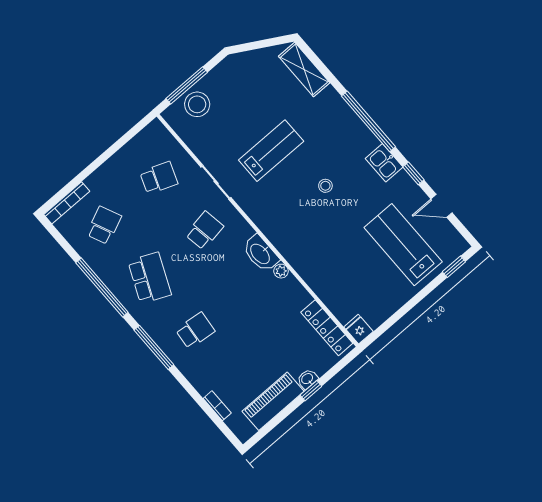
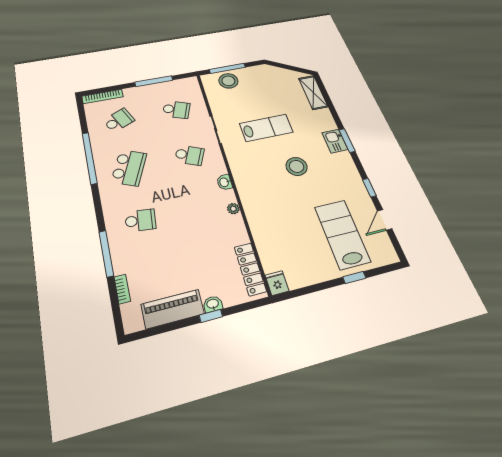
window: (368, 121) -> (347, 140), width x0.47
window: (111, 151) -> (154, 81), added
kitchen sink: (384, 163) -> (335, 141), moved
stool: (325, 186) -> (297, 166), width x1.89, depth x1.89
door: (442, 206) -> (385, 220), hinge flipped
school desk: (204, 230) -> (189, 155), turned 33
washbasin: (260, 254) -> (224, 182), width x0.52, depth x0.69
window: (454, 267) -> (354, 277), moved
window: (154, 347) -> (106, 254), moved

